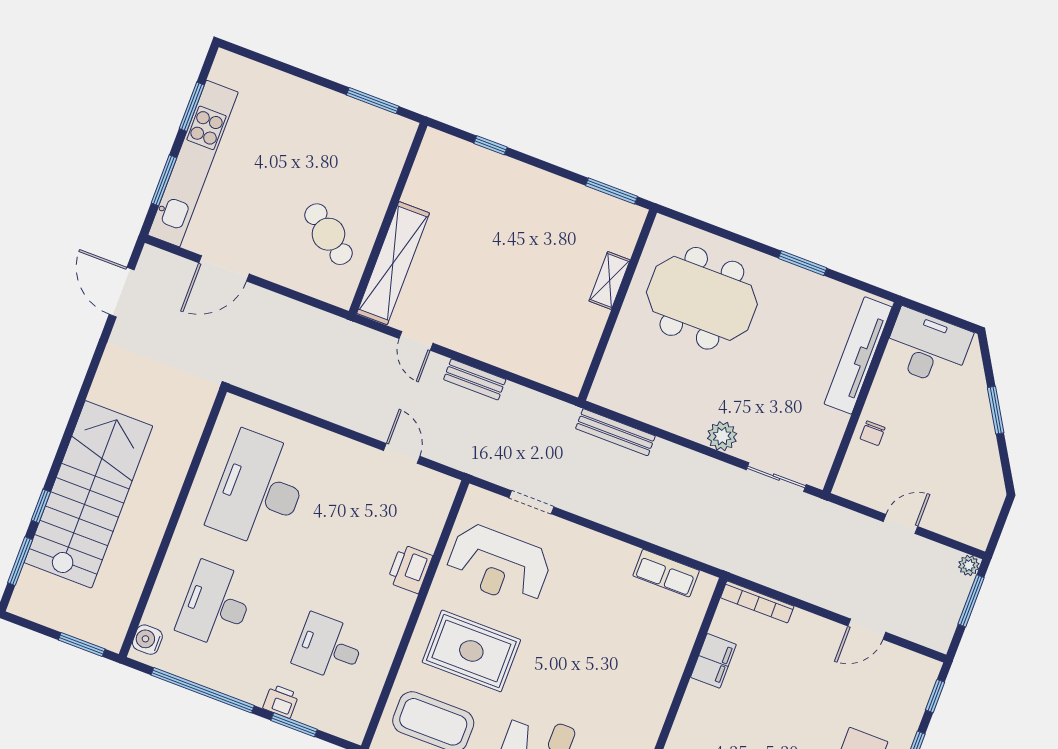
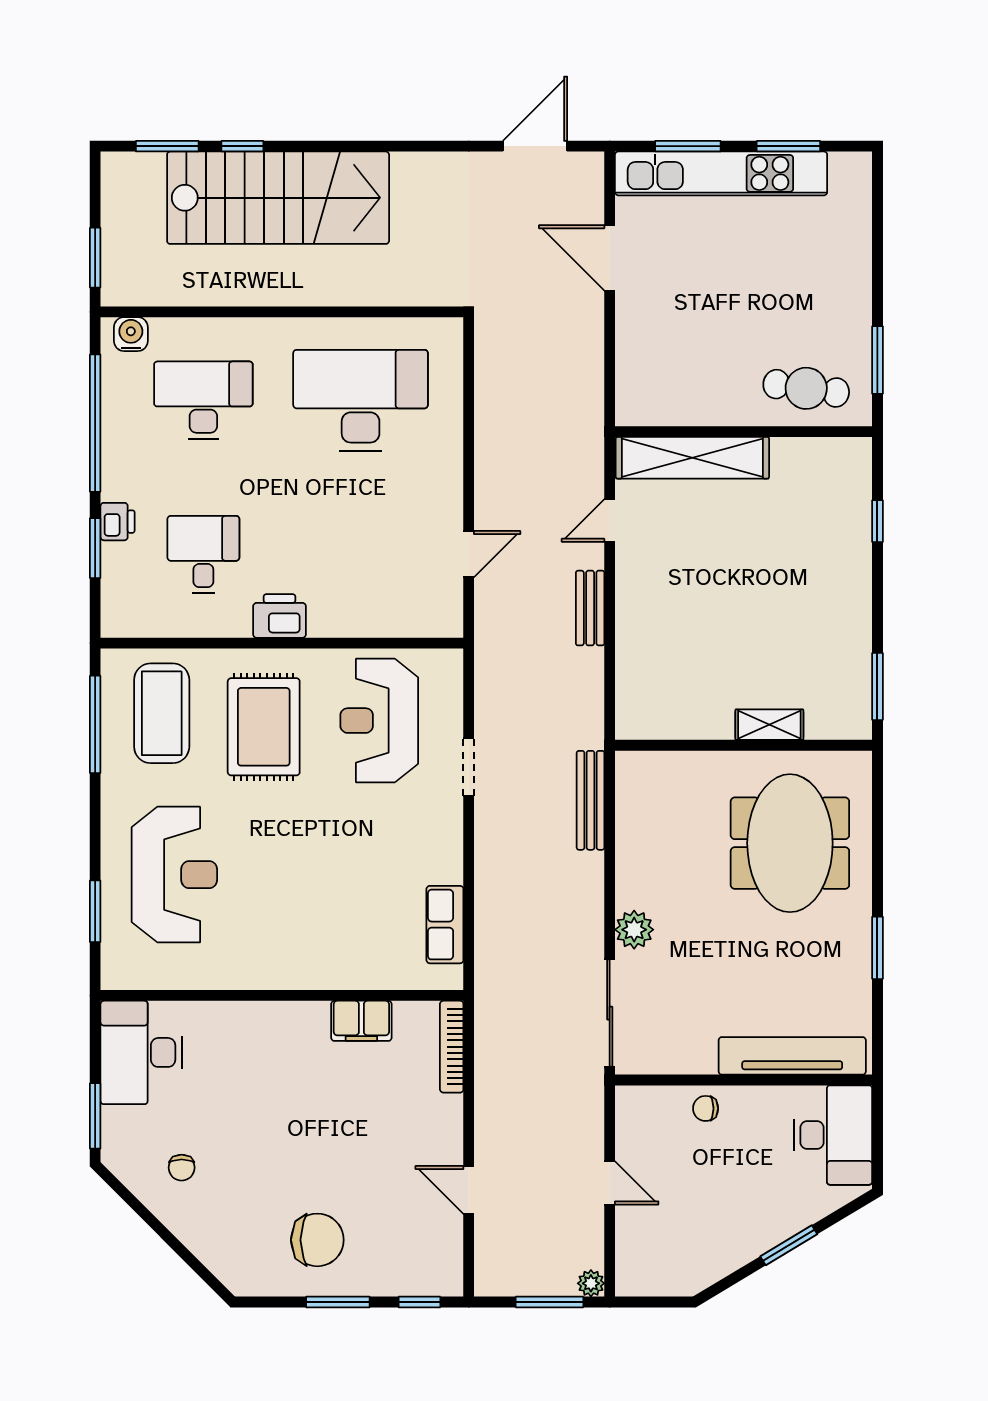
cafe table: (328, 234) -> (806, 388), moved, turned 61
sliding door: (776, 477) -> (610, 1013), width x1.37
doorway: (531, 502) -> (469, 767), moved
printer: (410, 569) -> (280, 616), moved

